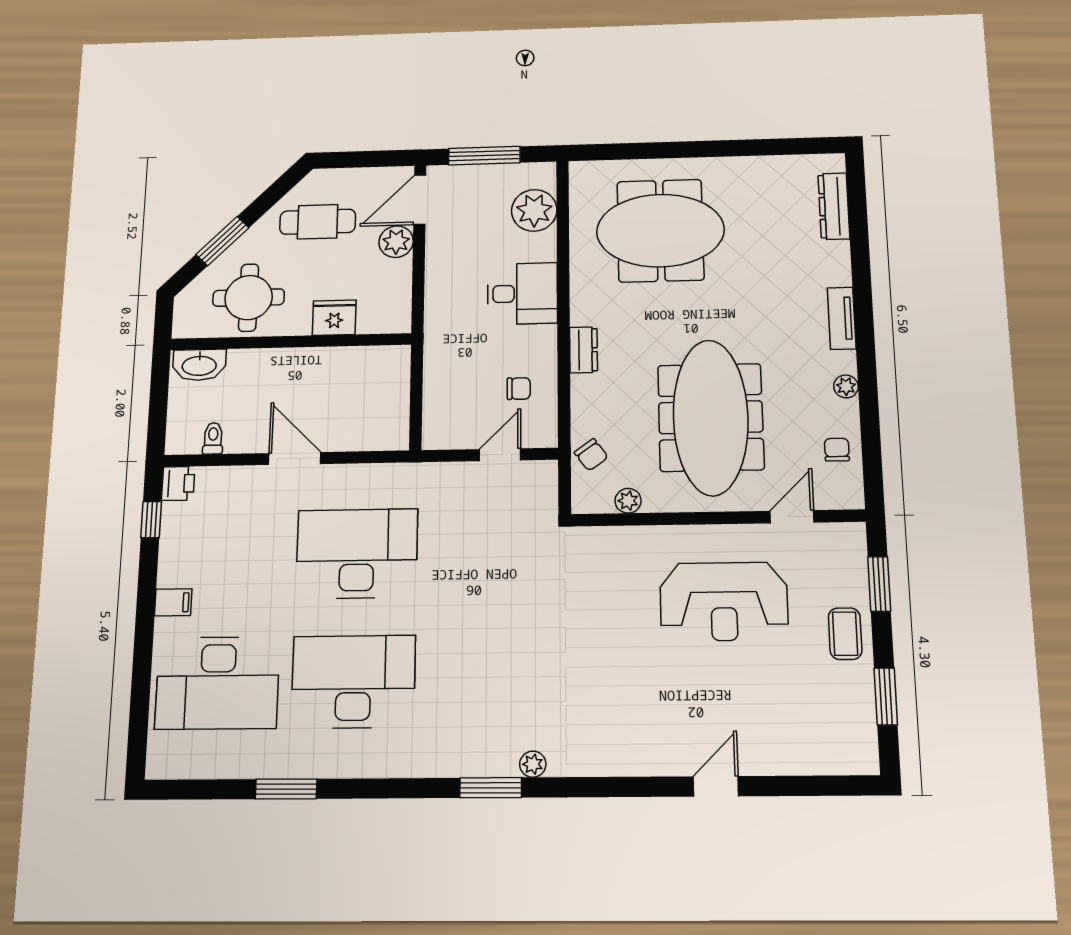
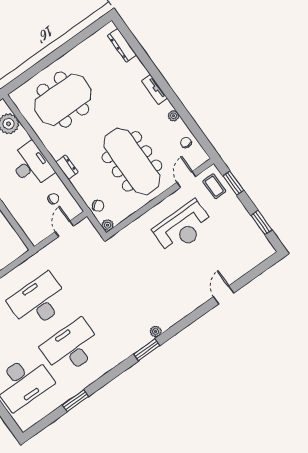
desk: (522, 293) -> (31, 165), width x1.37
plant: (628, 501) -> (108, 225), moved
coffee table: (845, 634) -> (214, 186), moved

